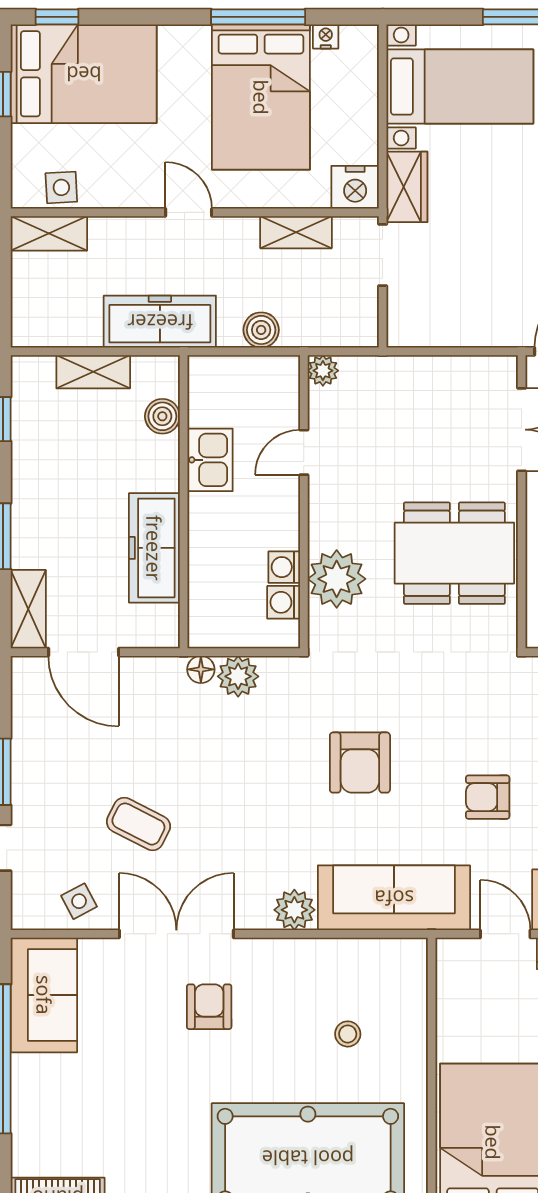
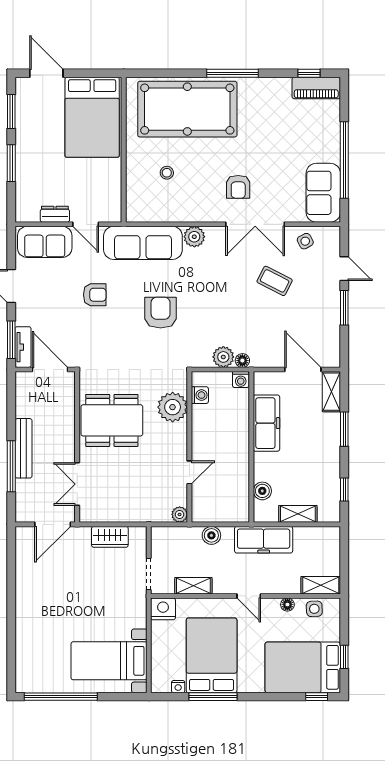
wardrobe: (407, 187) -> (110, 537), moved, turned -90
floor lamp: (114, 196) -> (287, 605), added
kitchen sink: (210, 460) -> (238, 468), removed
washing machine: (284, 567) -> (241, 380), moved, turned 90

